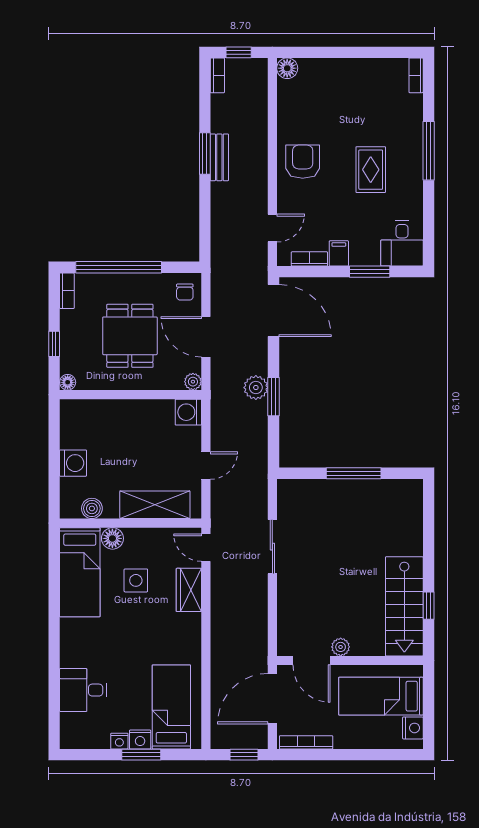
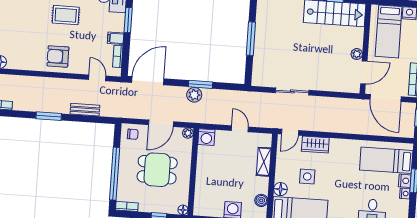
bench: (219, 157) -> (85, 110), moved
shelving: (155, 505) -> (264, 162), width x0.67, depth x0.75

